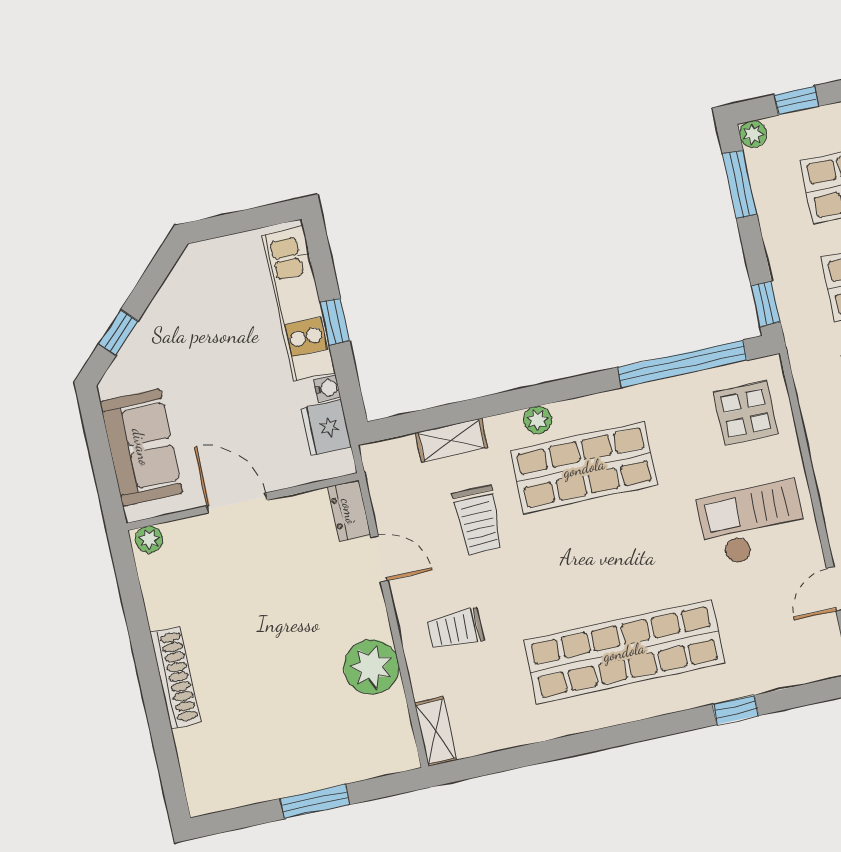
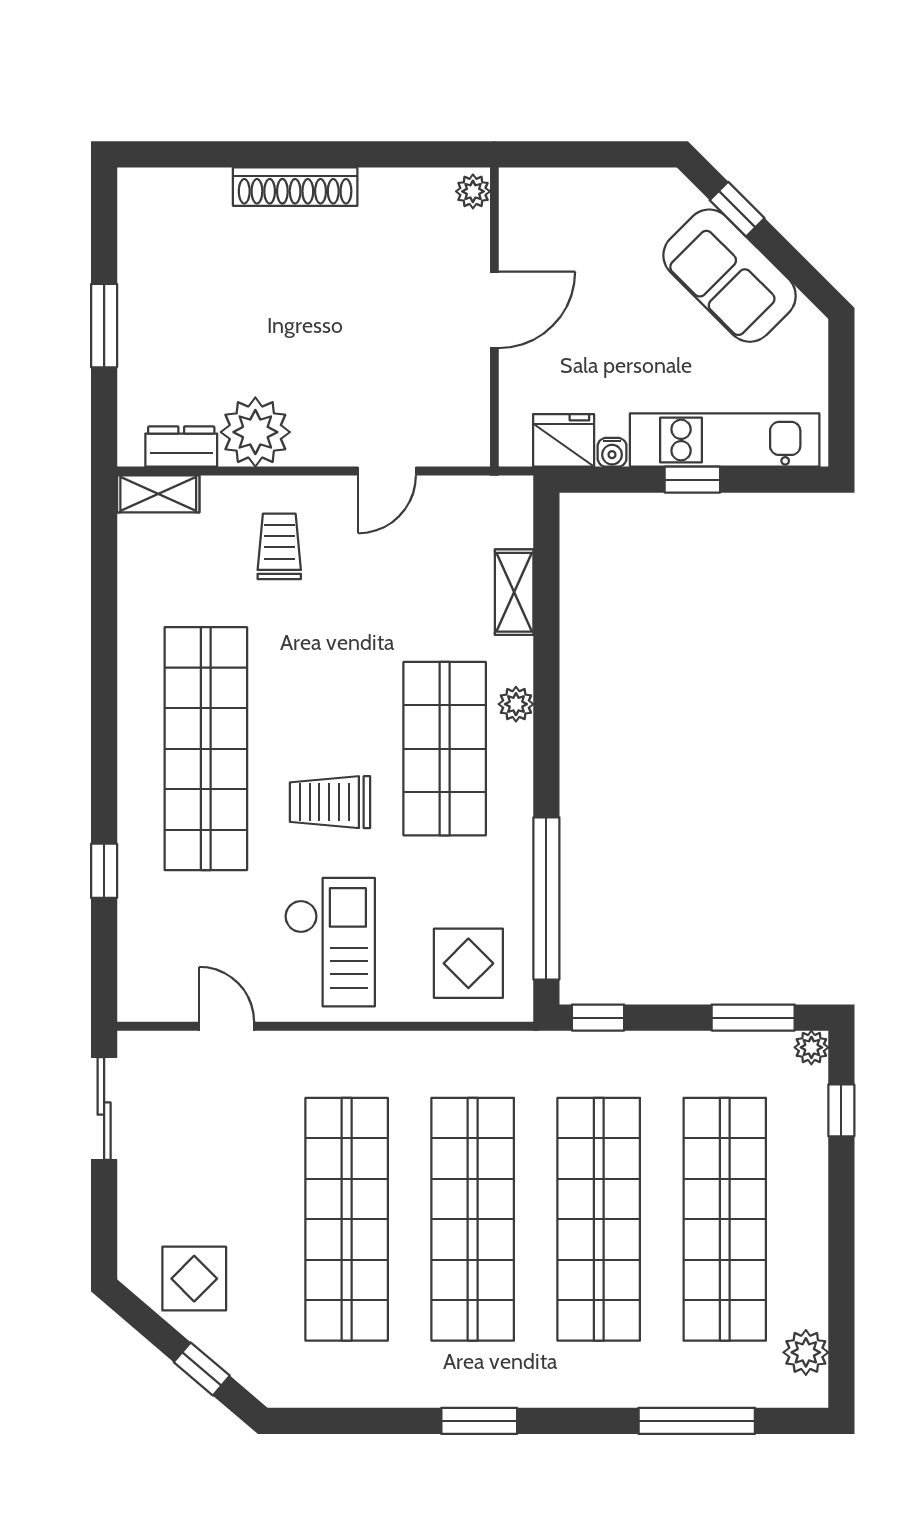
sofa: (141, 447) -> (730, 276), moved, turned 45
dresser: (349, 511) -> (181, 446), moved
trolley: (478, 520) -> (330, 802), moved

